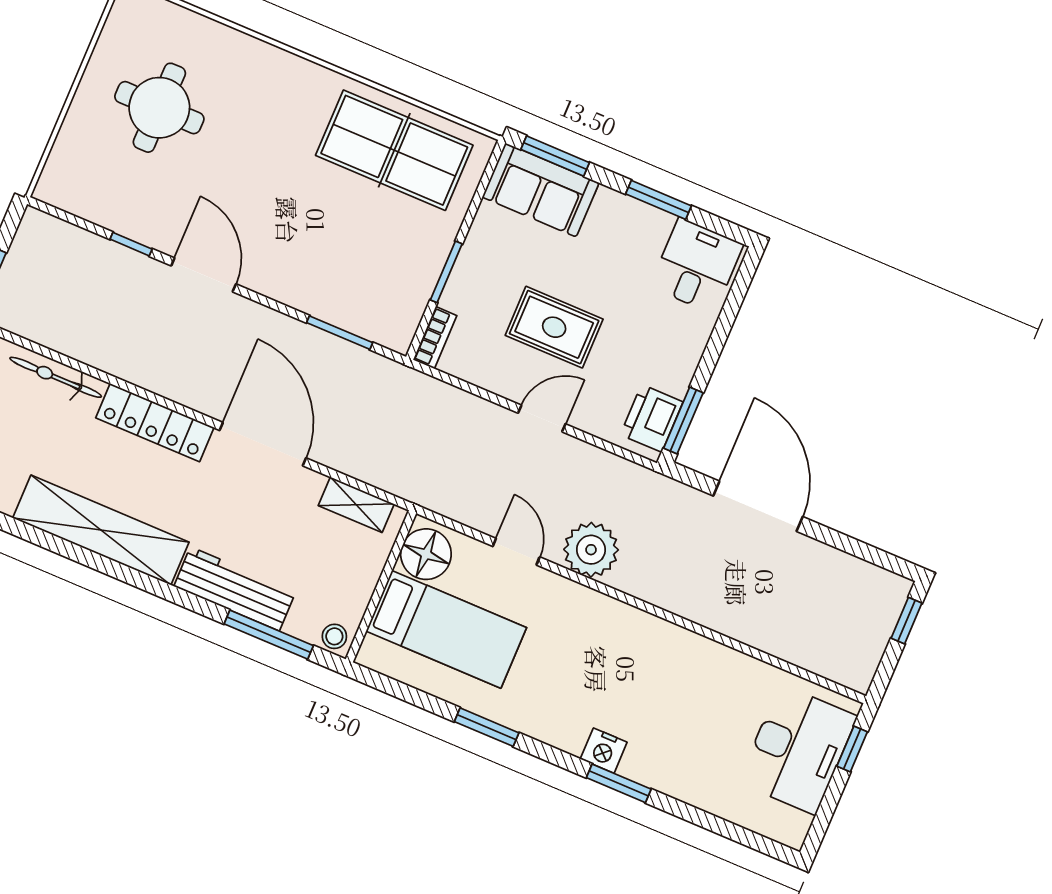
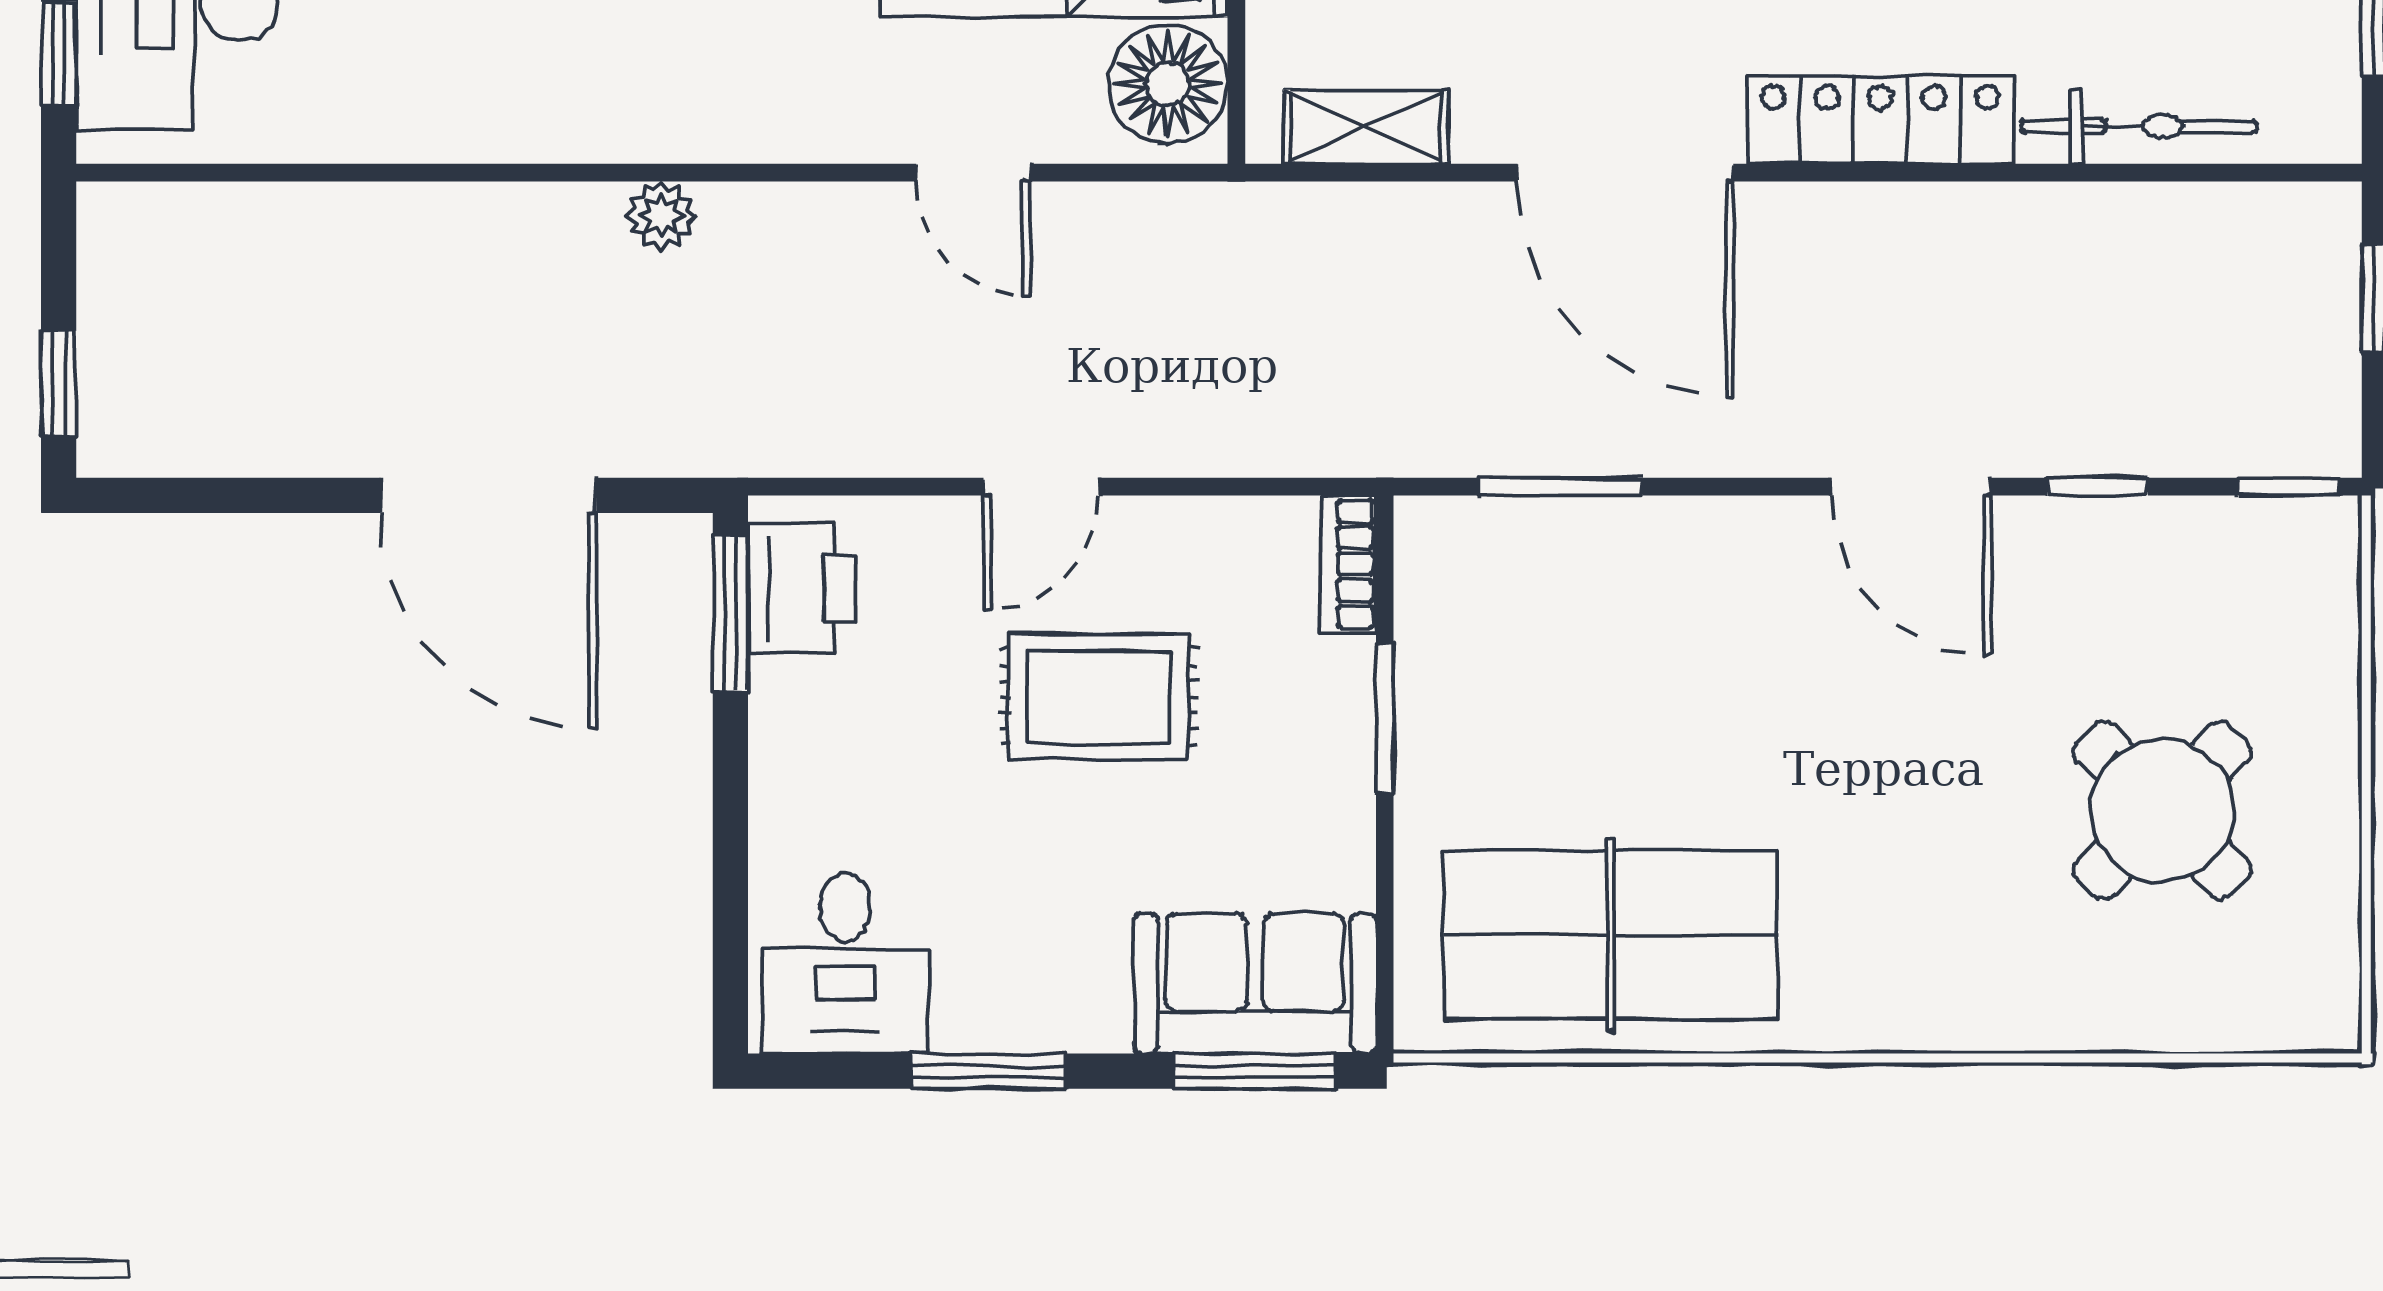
round table: (159, 108) -> (2162, 810), turned 45
window: (57, 213) -> (2289, 487), added
plant: (591, 550) -> (661, 216), moved, width x0.53, depth x0.53

